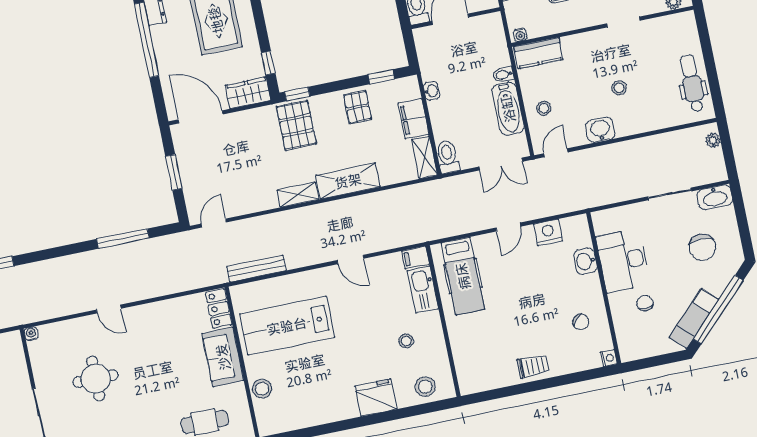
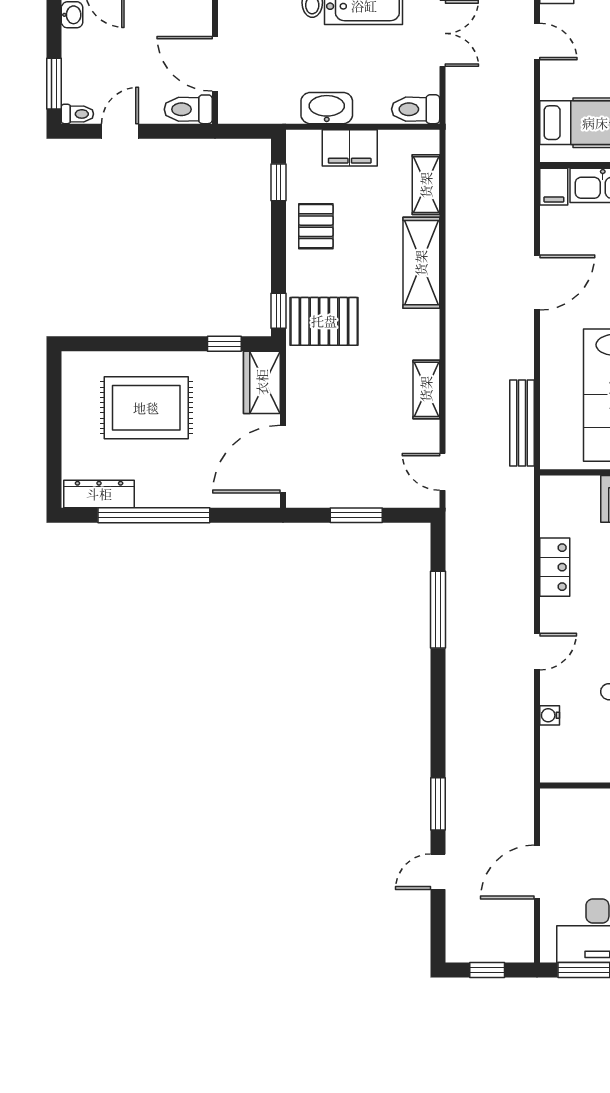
washbasin: (432, 91) -> (327, 108), width x1.91, depth x1.45
pallet: (358, 107) -> (316, 226), turned 90
shelving: (424, 157) -> (426, 185), moved, turned 90
shelving: (298, 195) -> (426, 389), moved
door: (350, 259) -> (537, 282), width x1.38
locker: (219, 308) -> (555, 567), moved, turned -90
water cooler: (31, 334) -> (550, 715), moved

